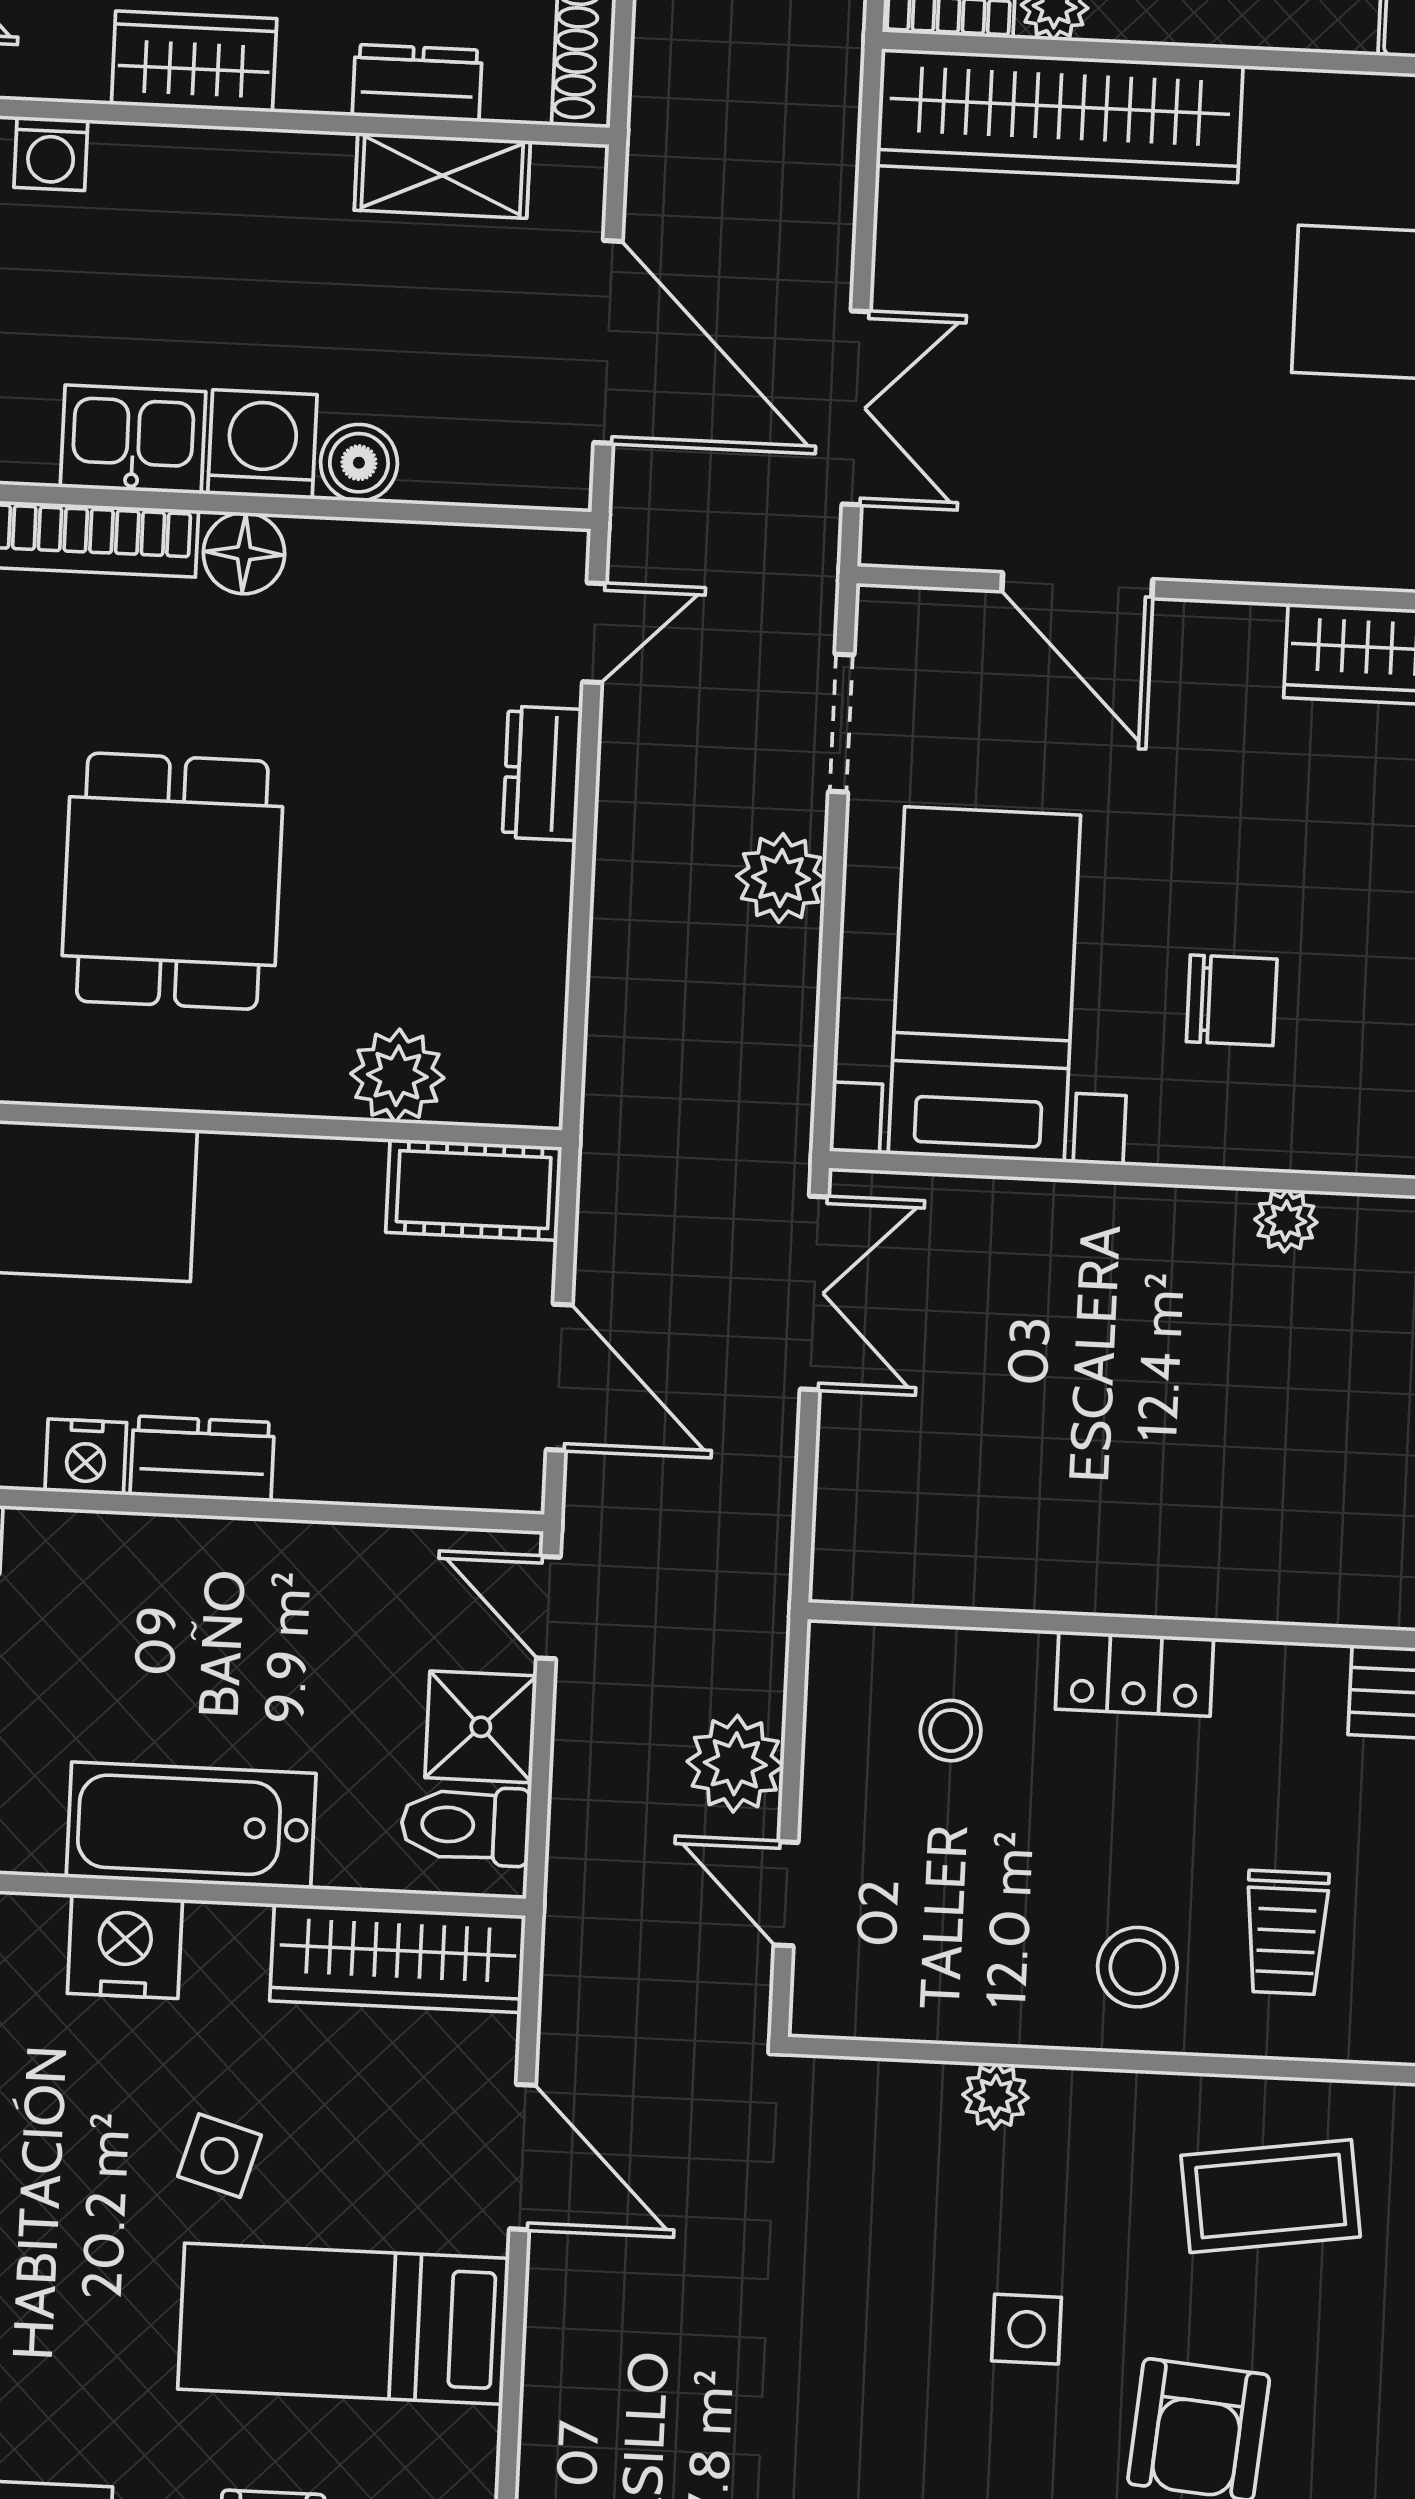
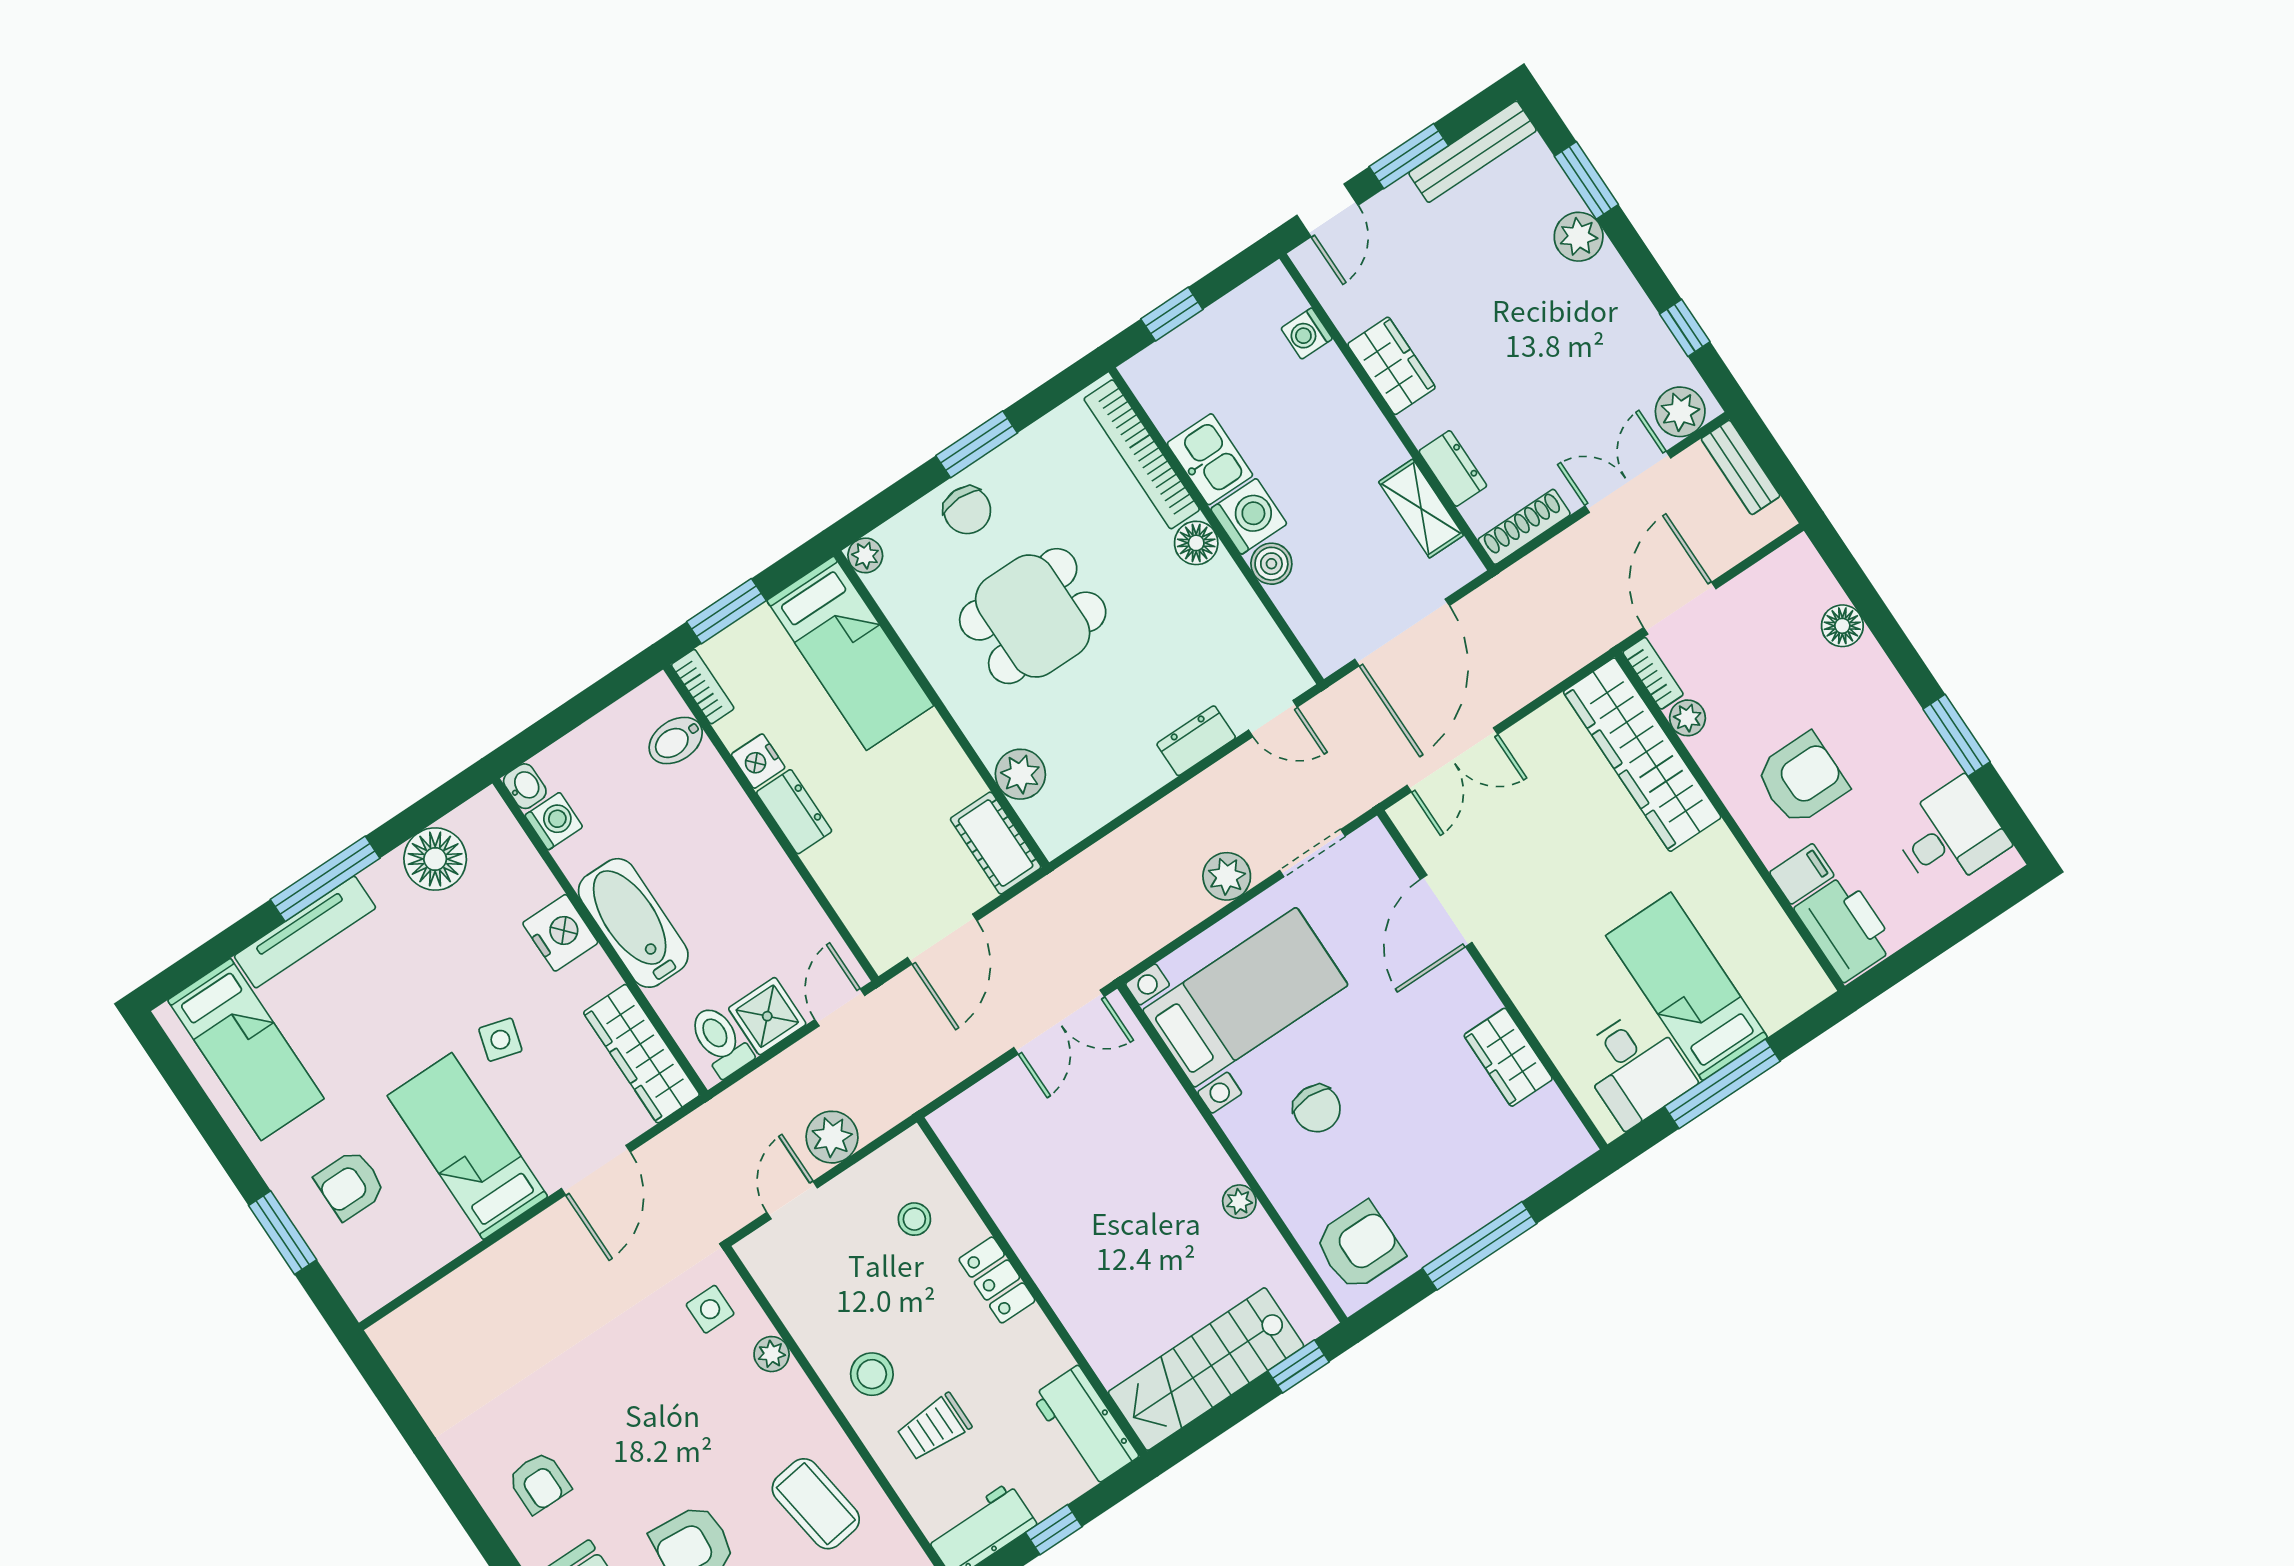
side table: (1027, 2329) -> (710, 1309), moved

